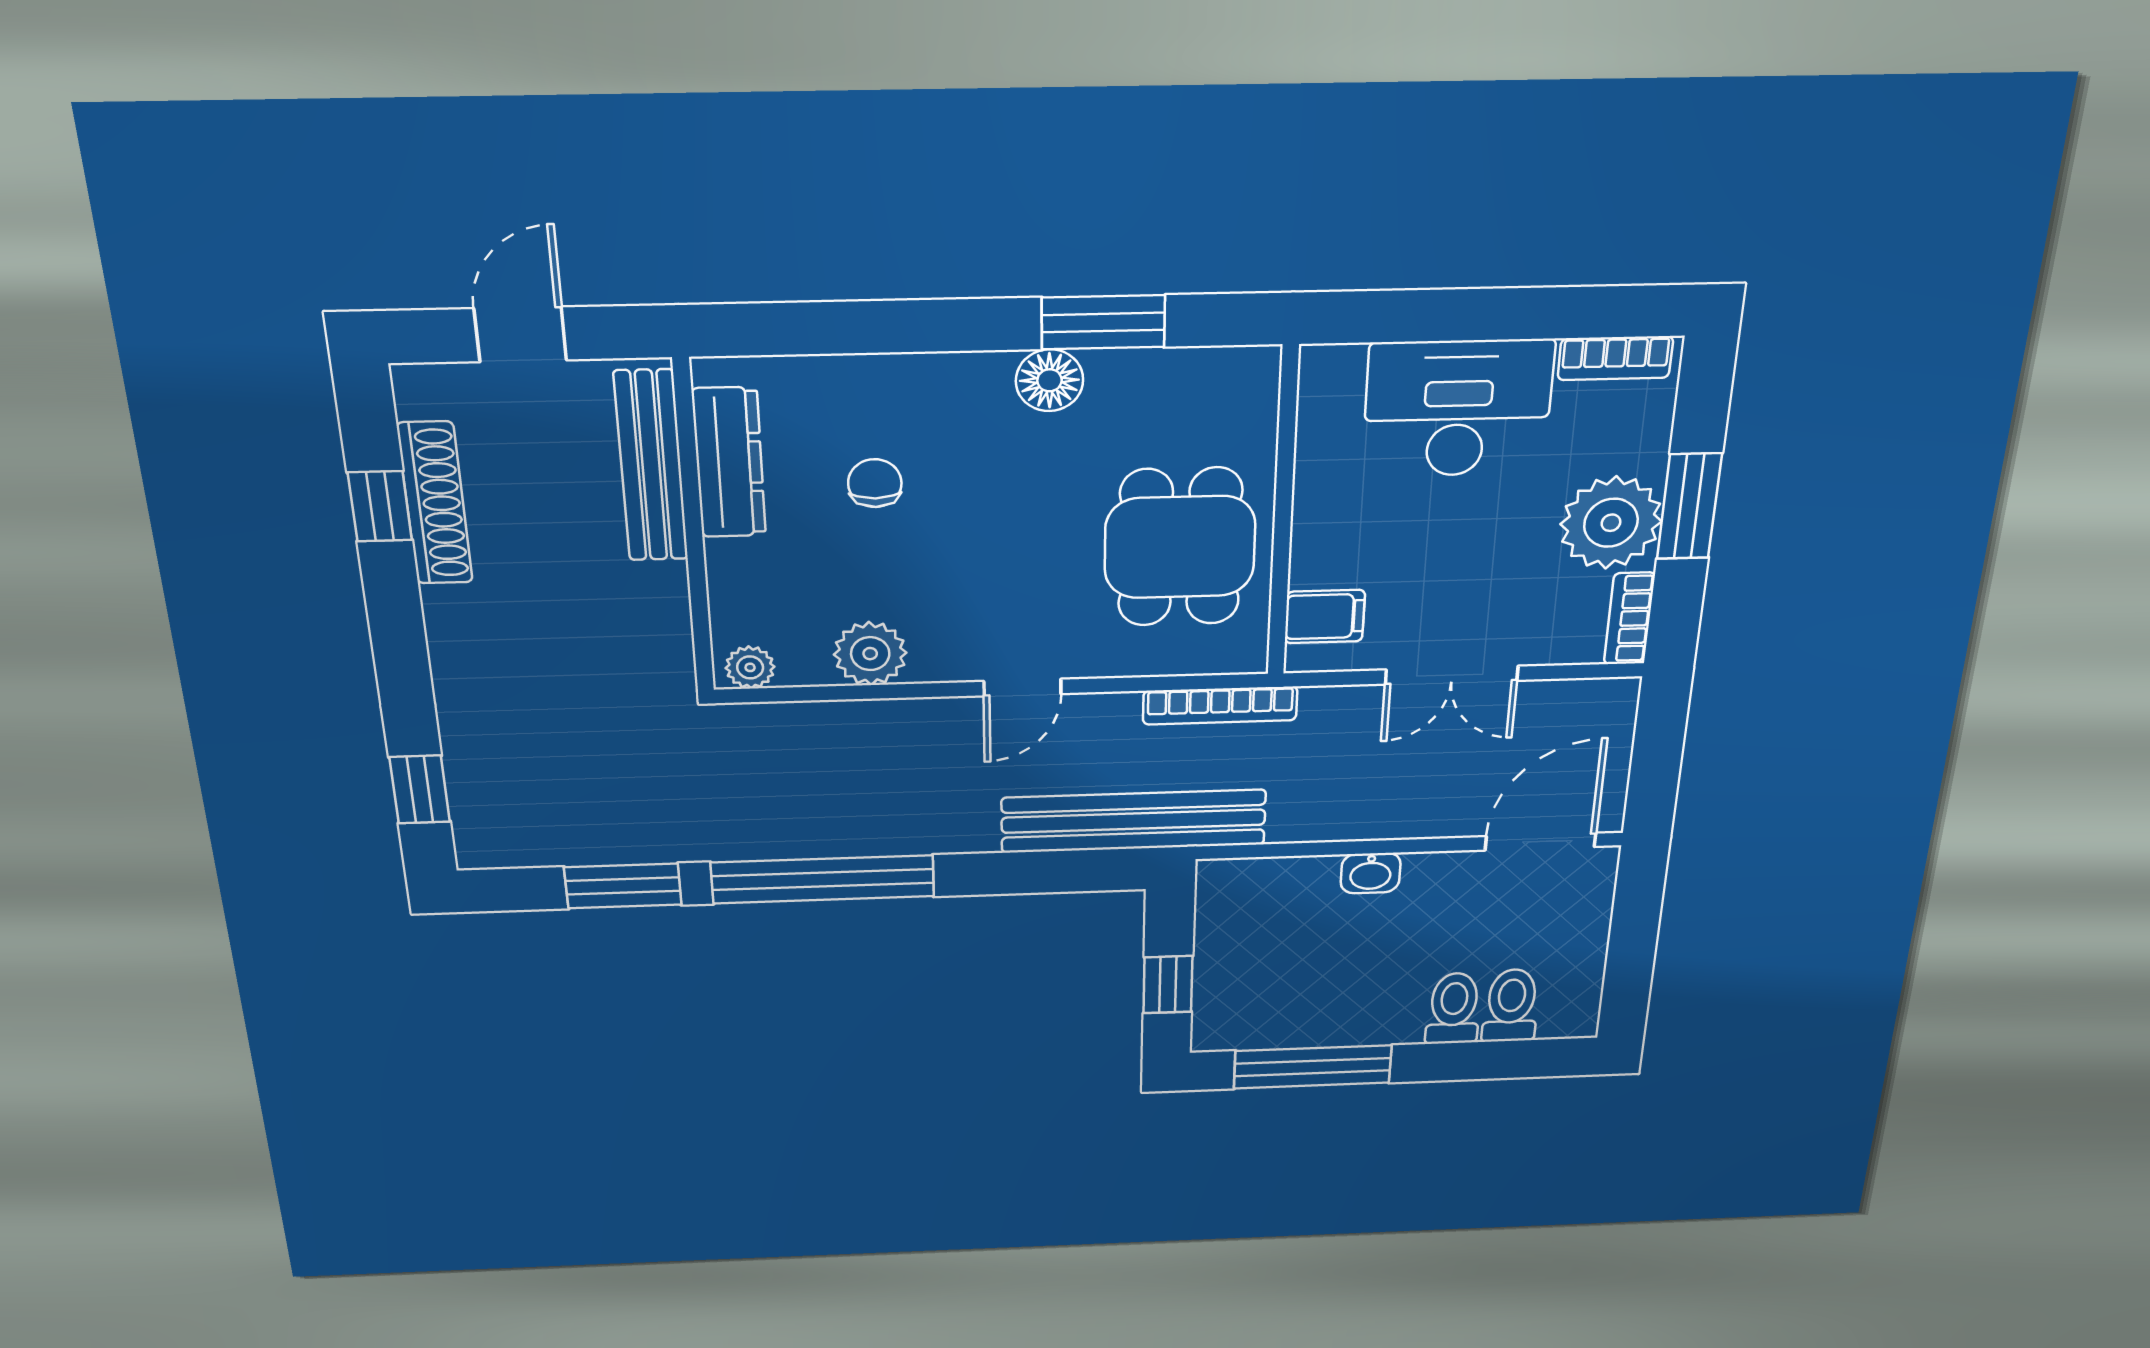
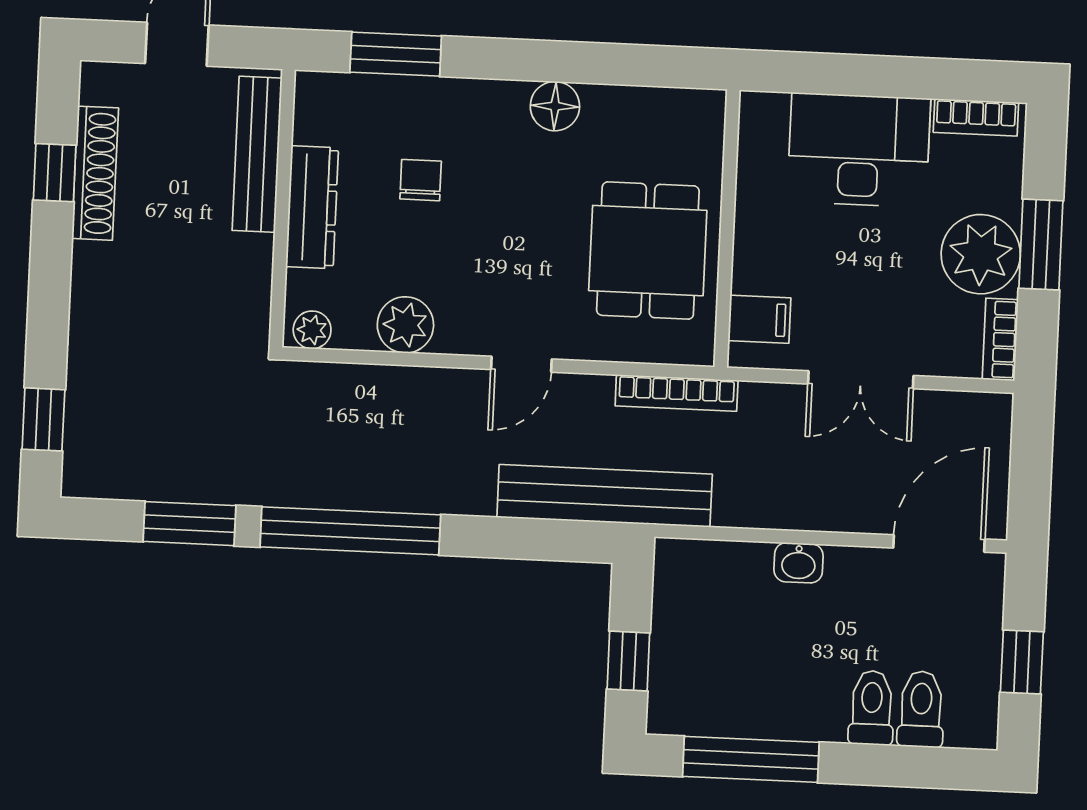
window: (1103, 322) -> (396, 54), moved
dresser: (729, 463) -> (312, 207), moved
window: (1631, 952) -> (1022, 662), added

